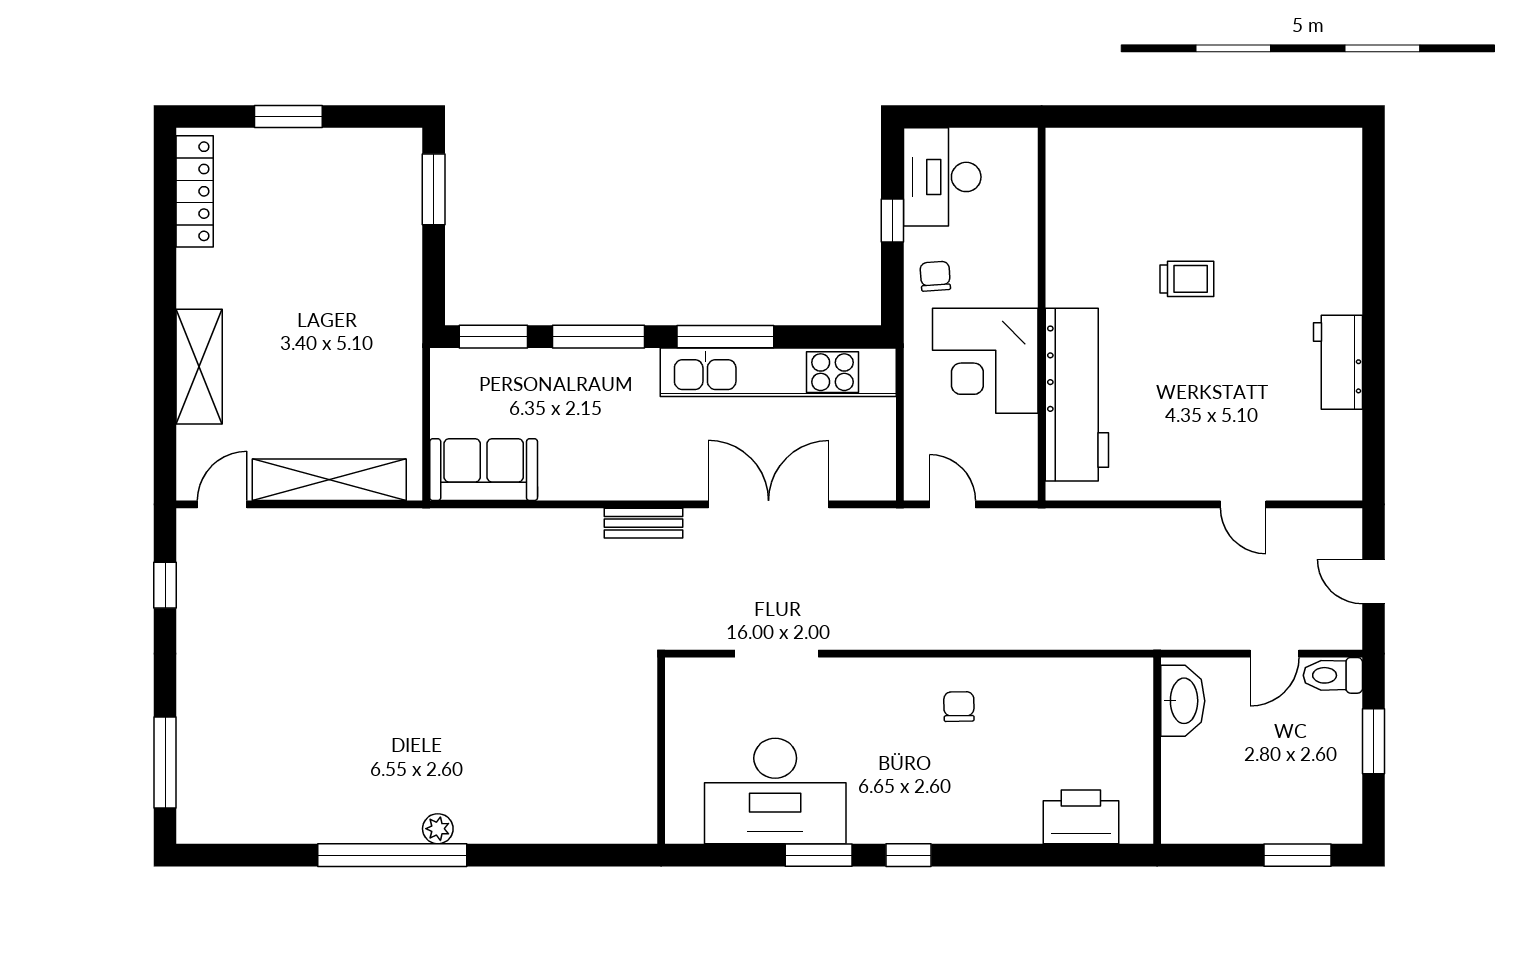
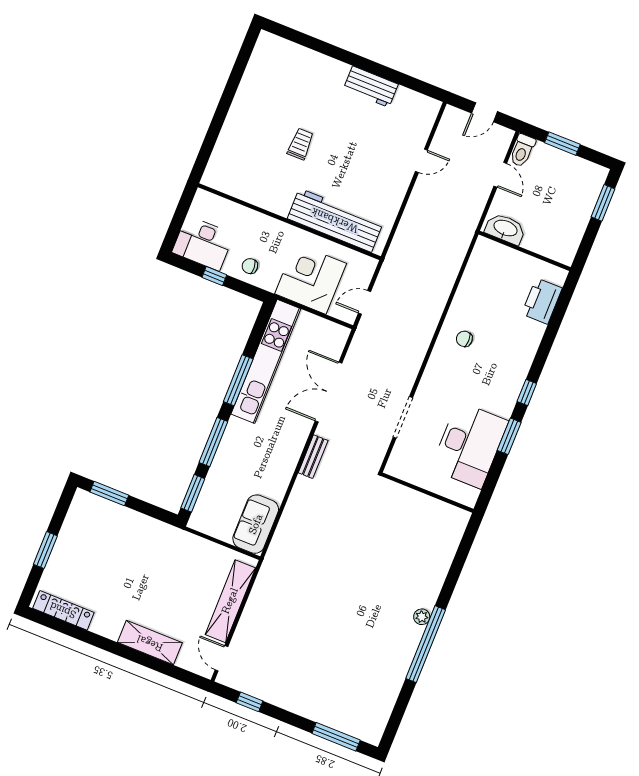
corner desk: (985, 361) -> (311, 279), moved, turned 180

